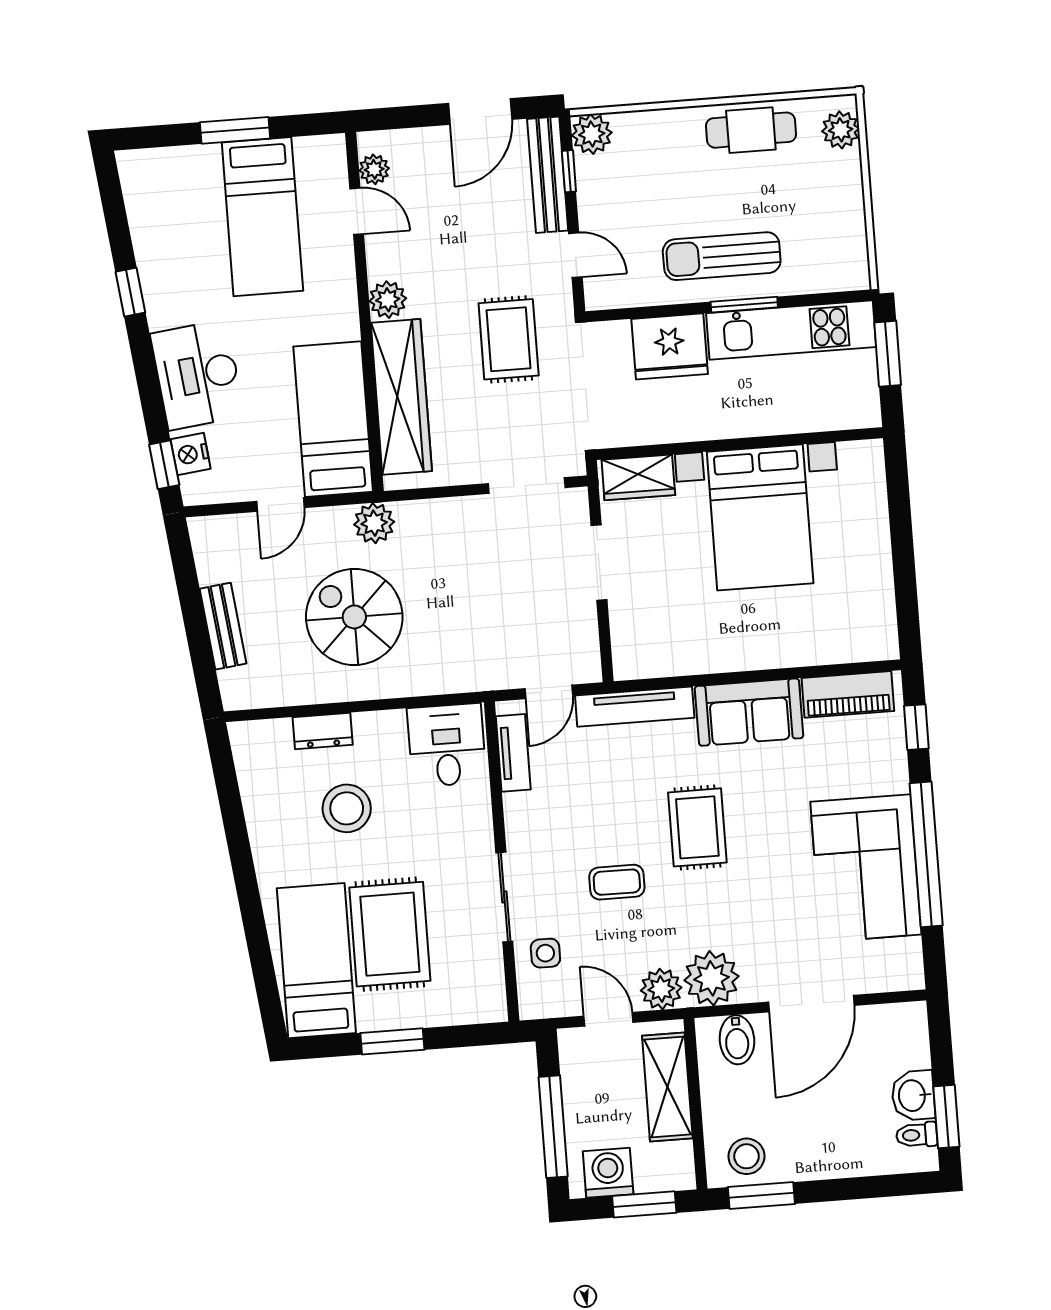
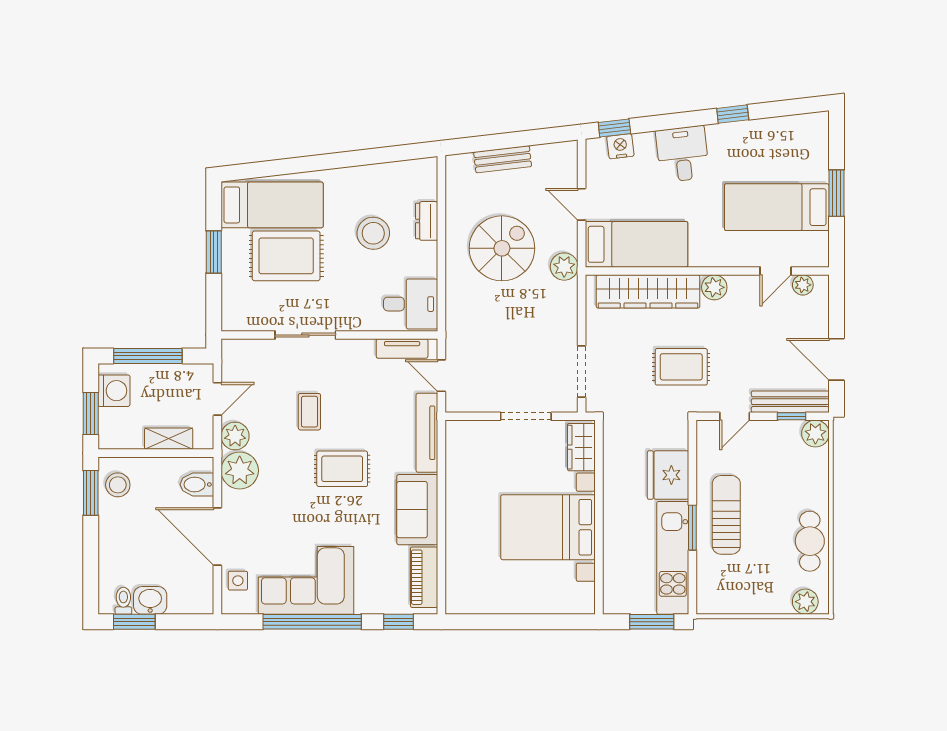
desk: (197, 375) -> (683, 154), width x0.73
side table: (545, 953) -> (238, 581), moved
shelving: (667, 1087) -> (169, 439), width x0.67, depth x0.75

